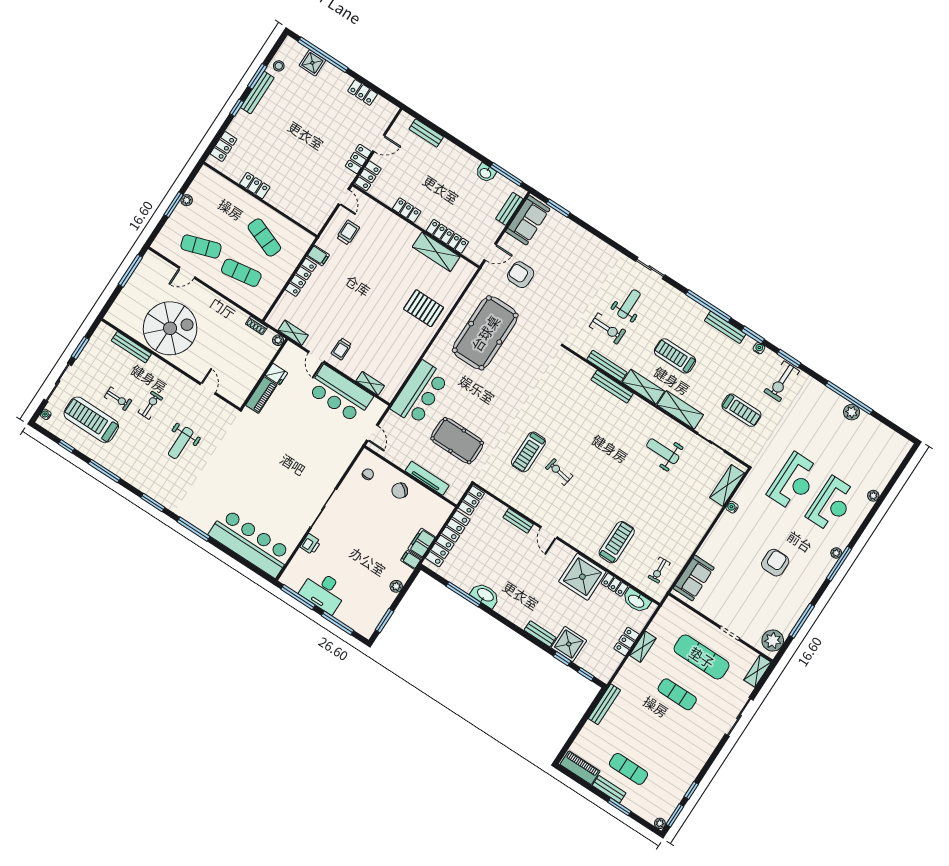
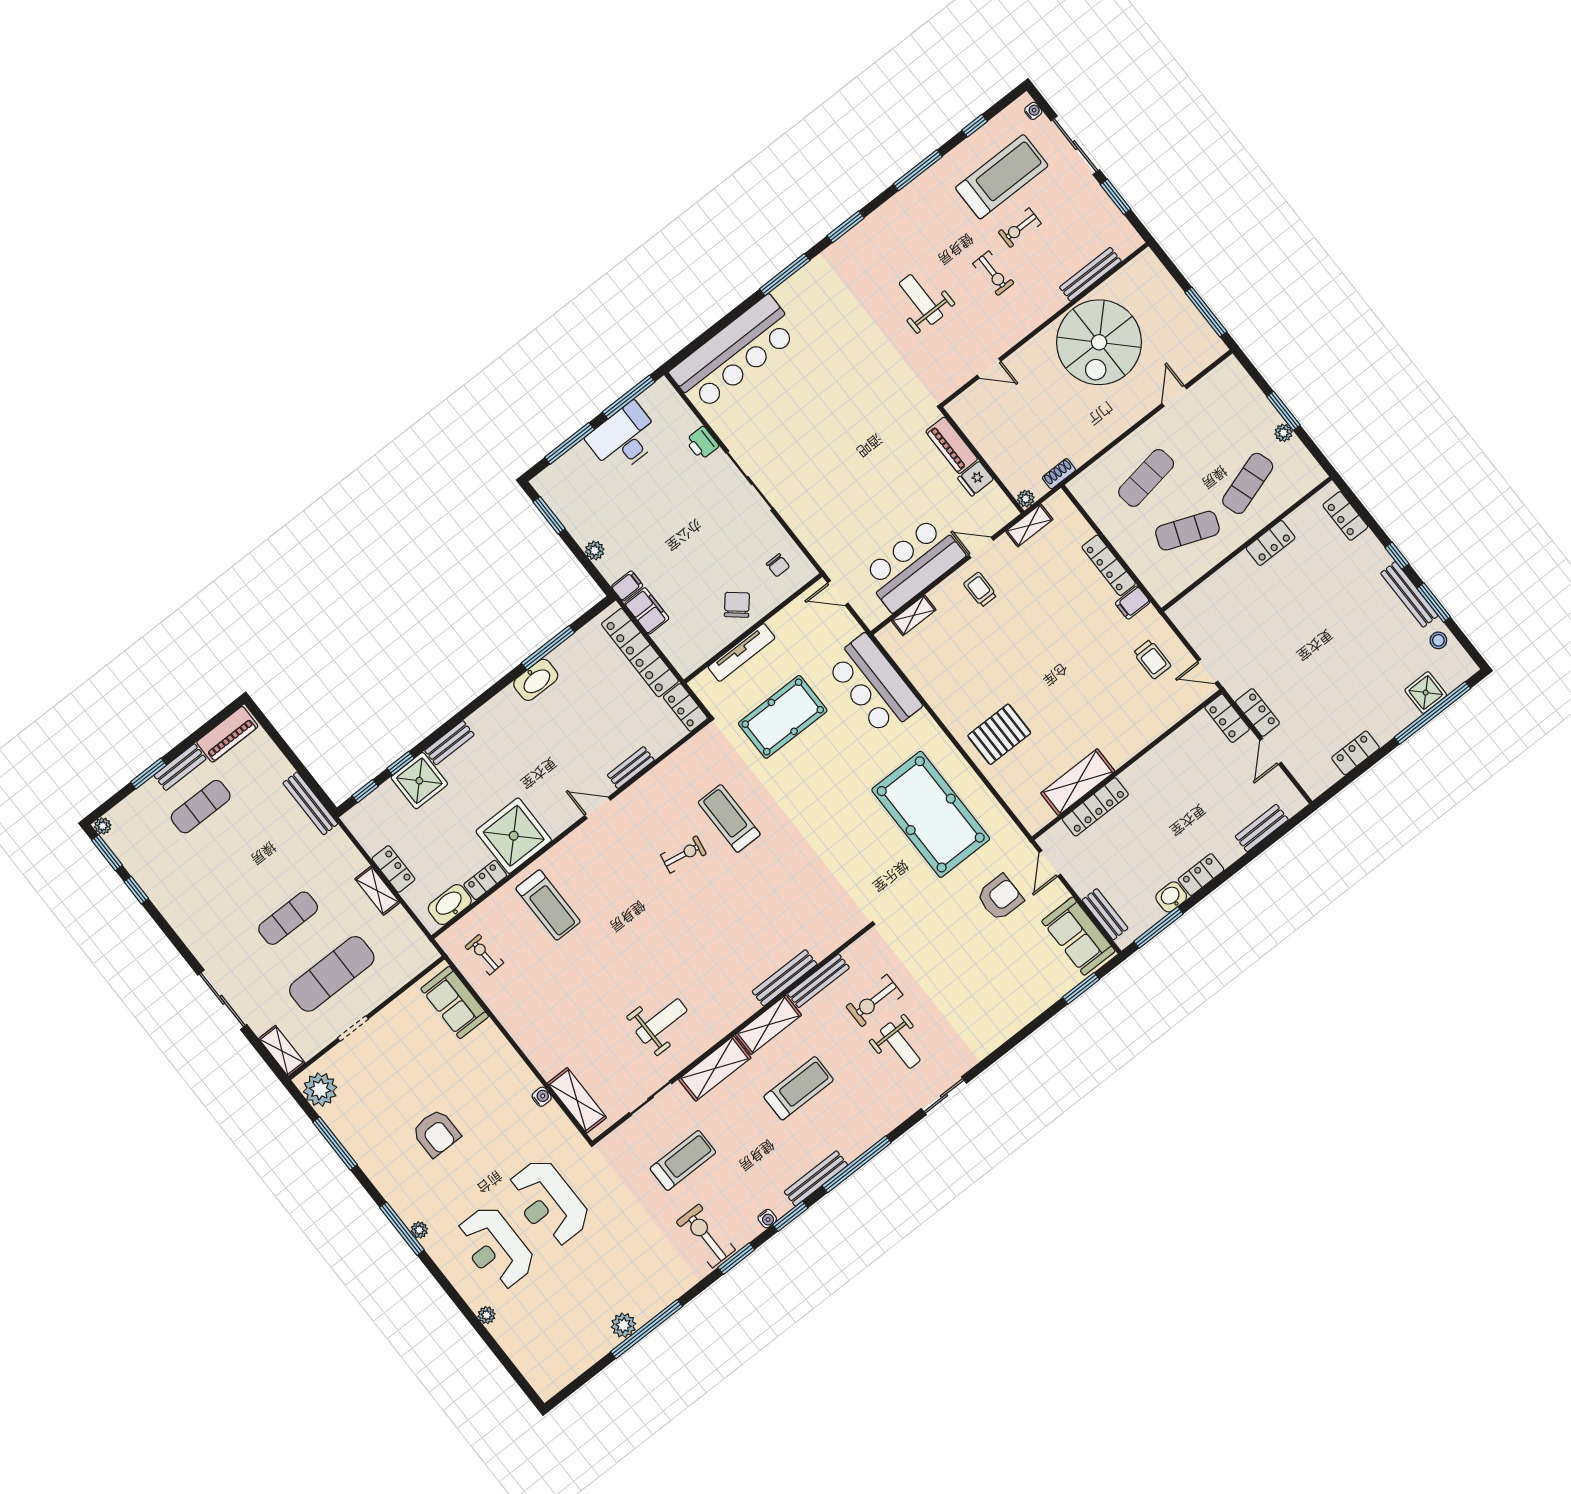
locker: (407, 210) -> (1201, 875), moved, turned 180
exercise mat: (201, 247) -> (1248, 483), moved
treadmill: (741, 410) -> (683, 1160), turned 180

